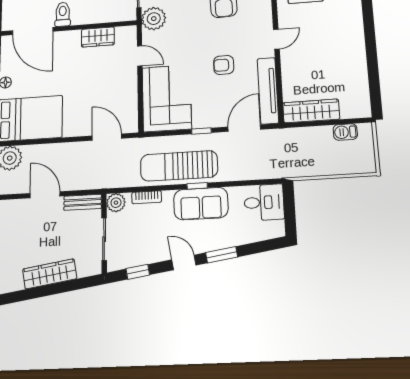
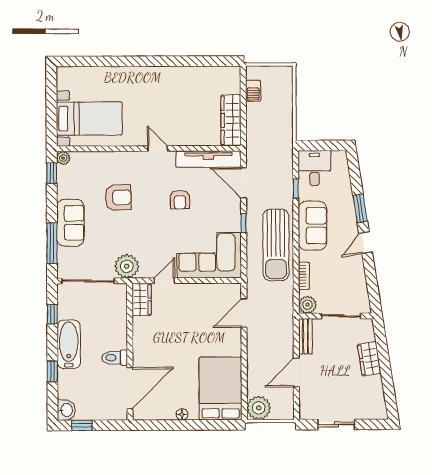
wardrobe: (98, 37) -> (142, 299), moved
window: (197, 186) -> (296, 188), moved
window: (138, 272) -> (372, 285), removed
wardrobe: (50, 274) -> (369, 359), width x0.67

